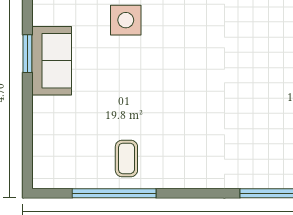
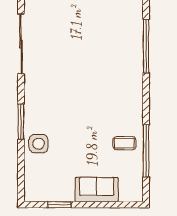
sofa: (52, 61) -> (97, 190), moved

